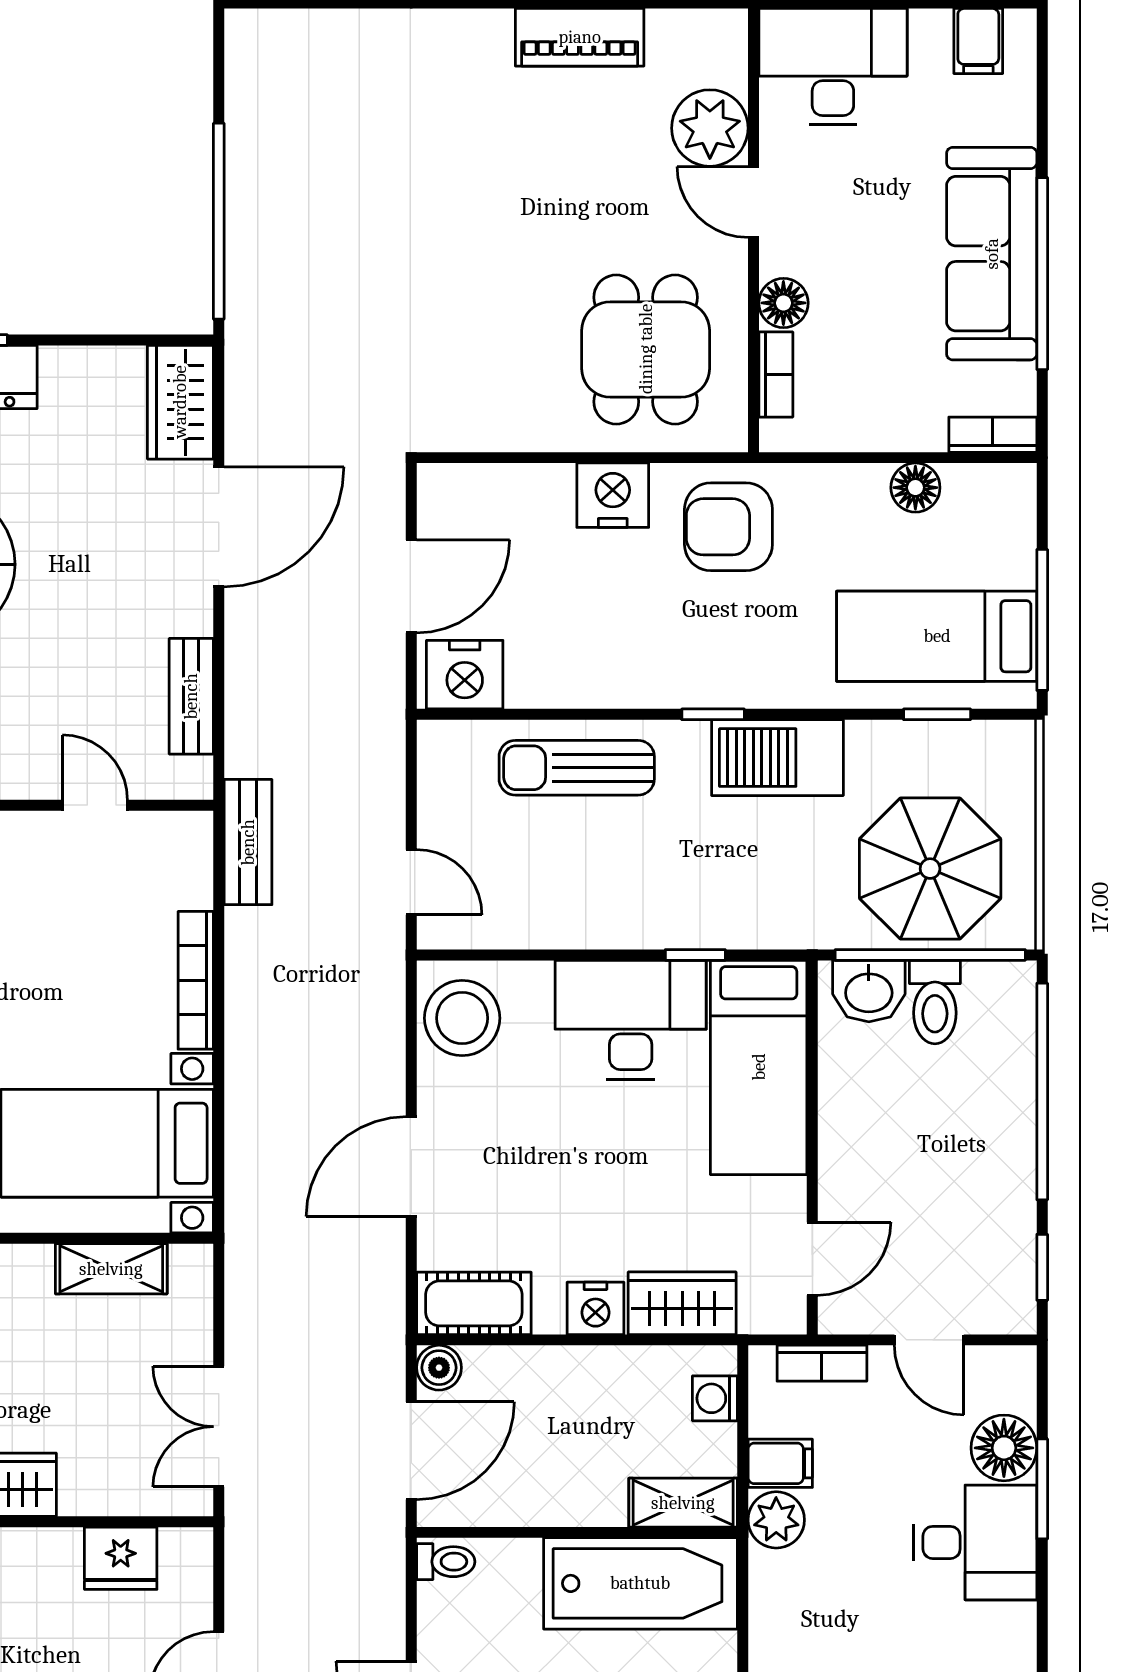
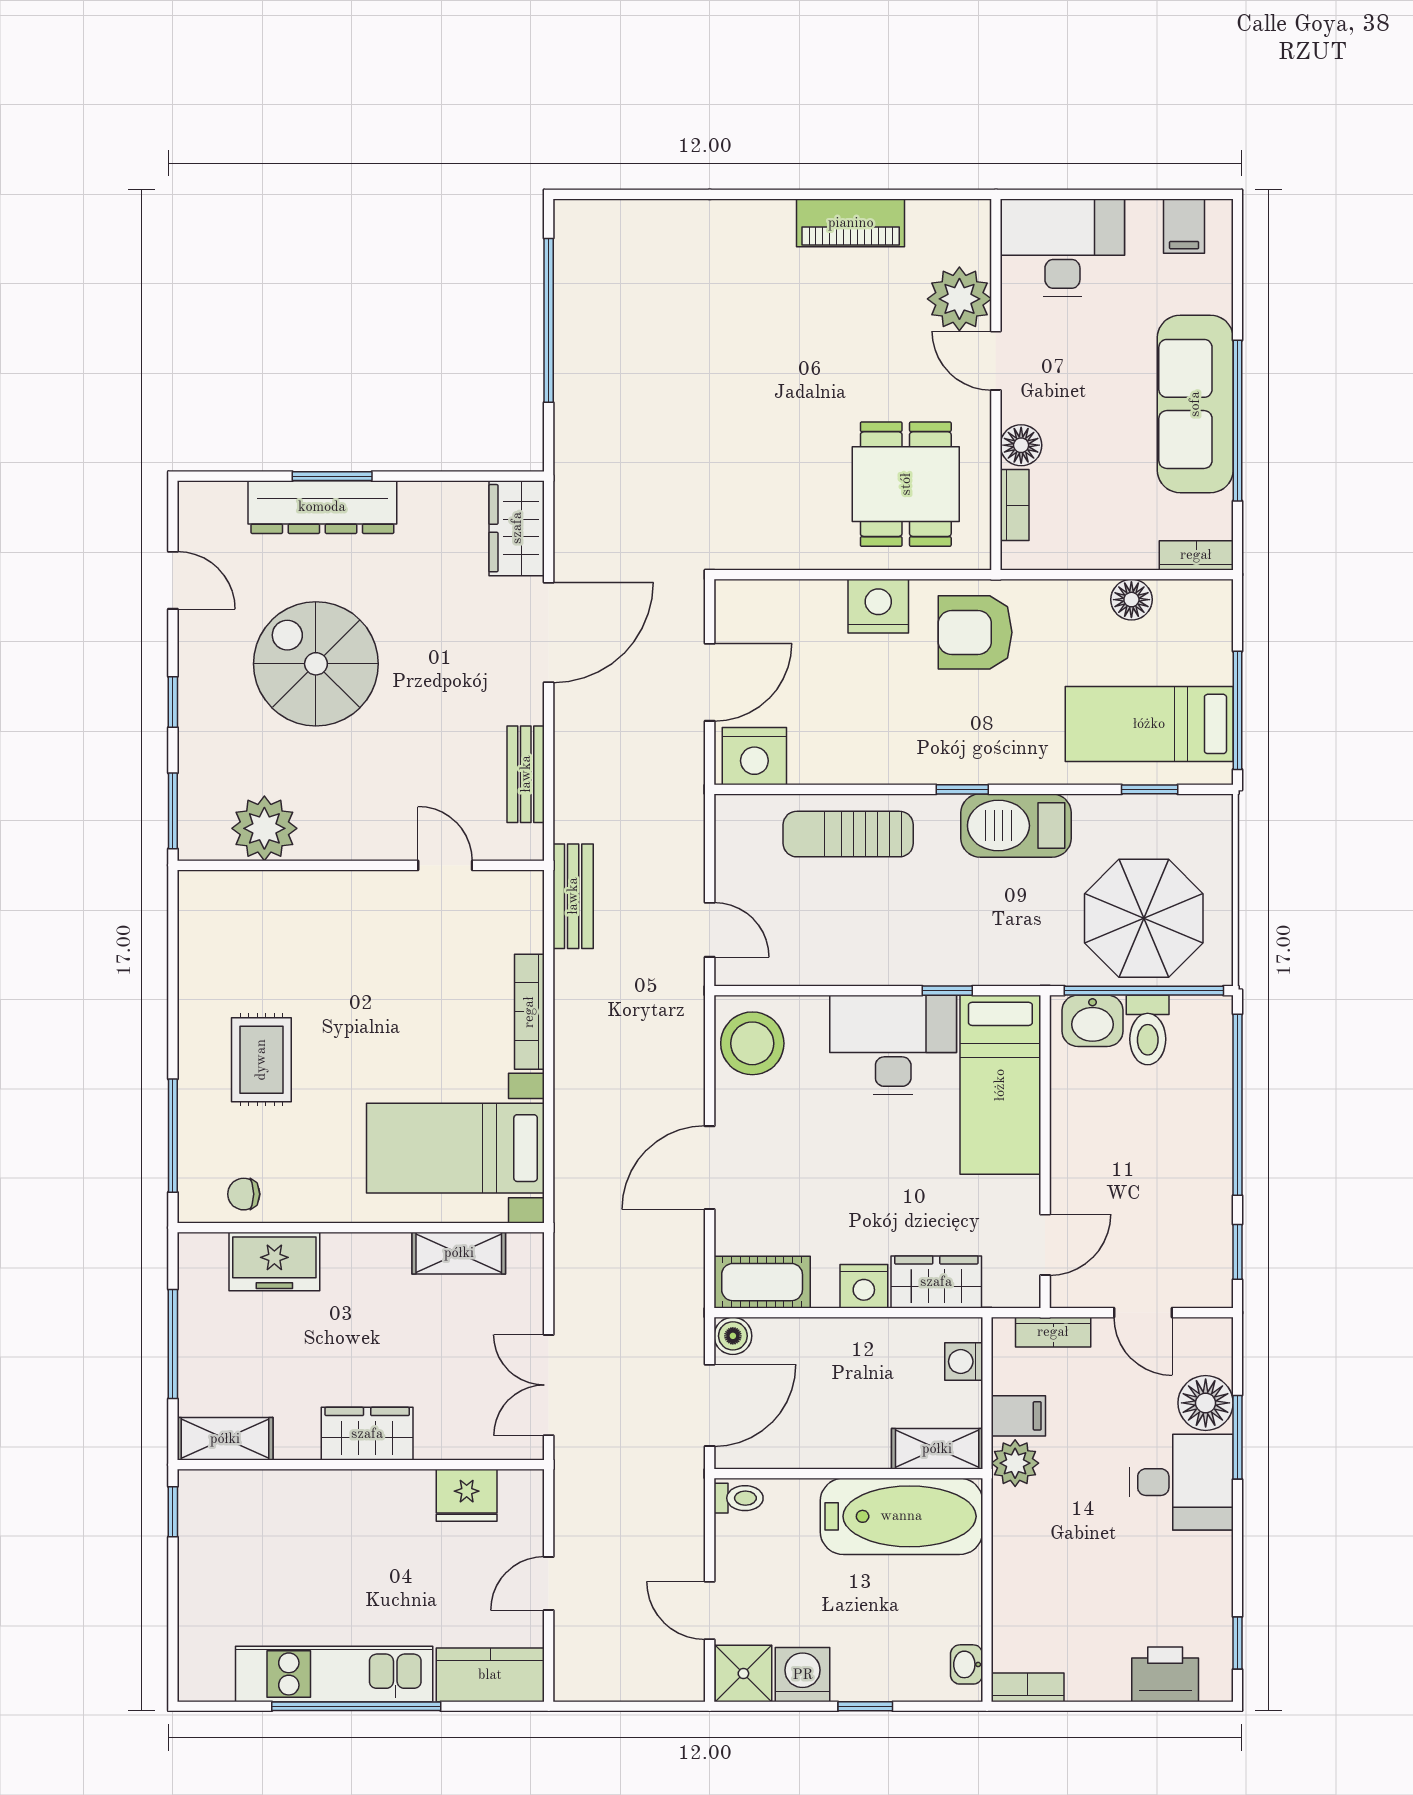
window: (219, 221) -> (549, 320), moved

